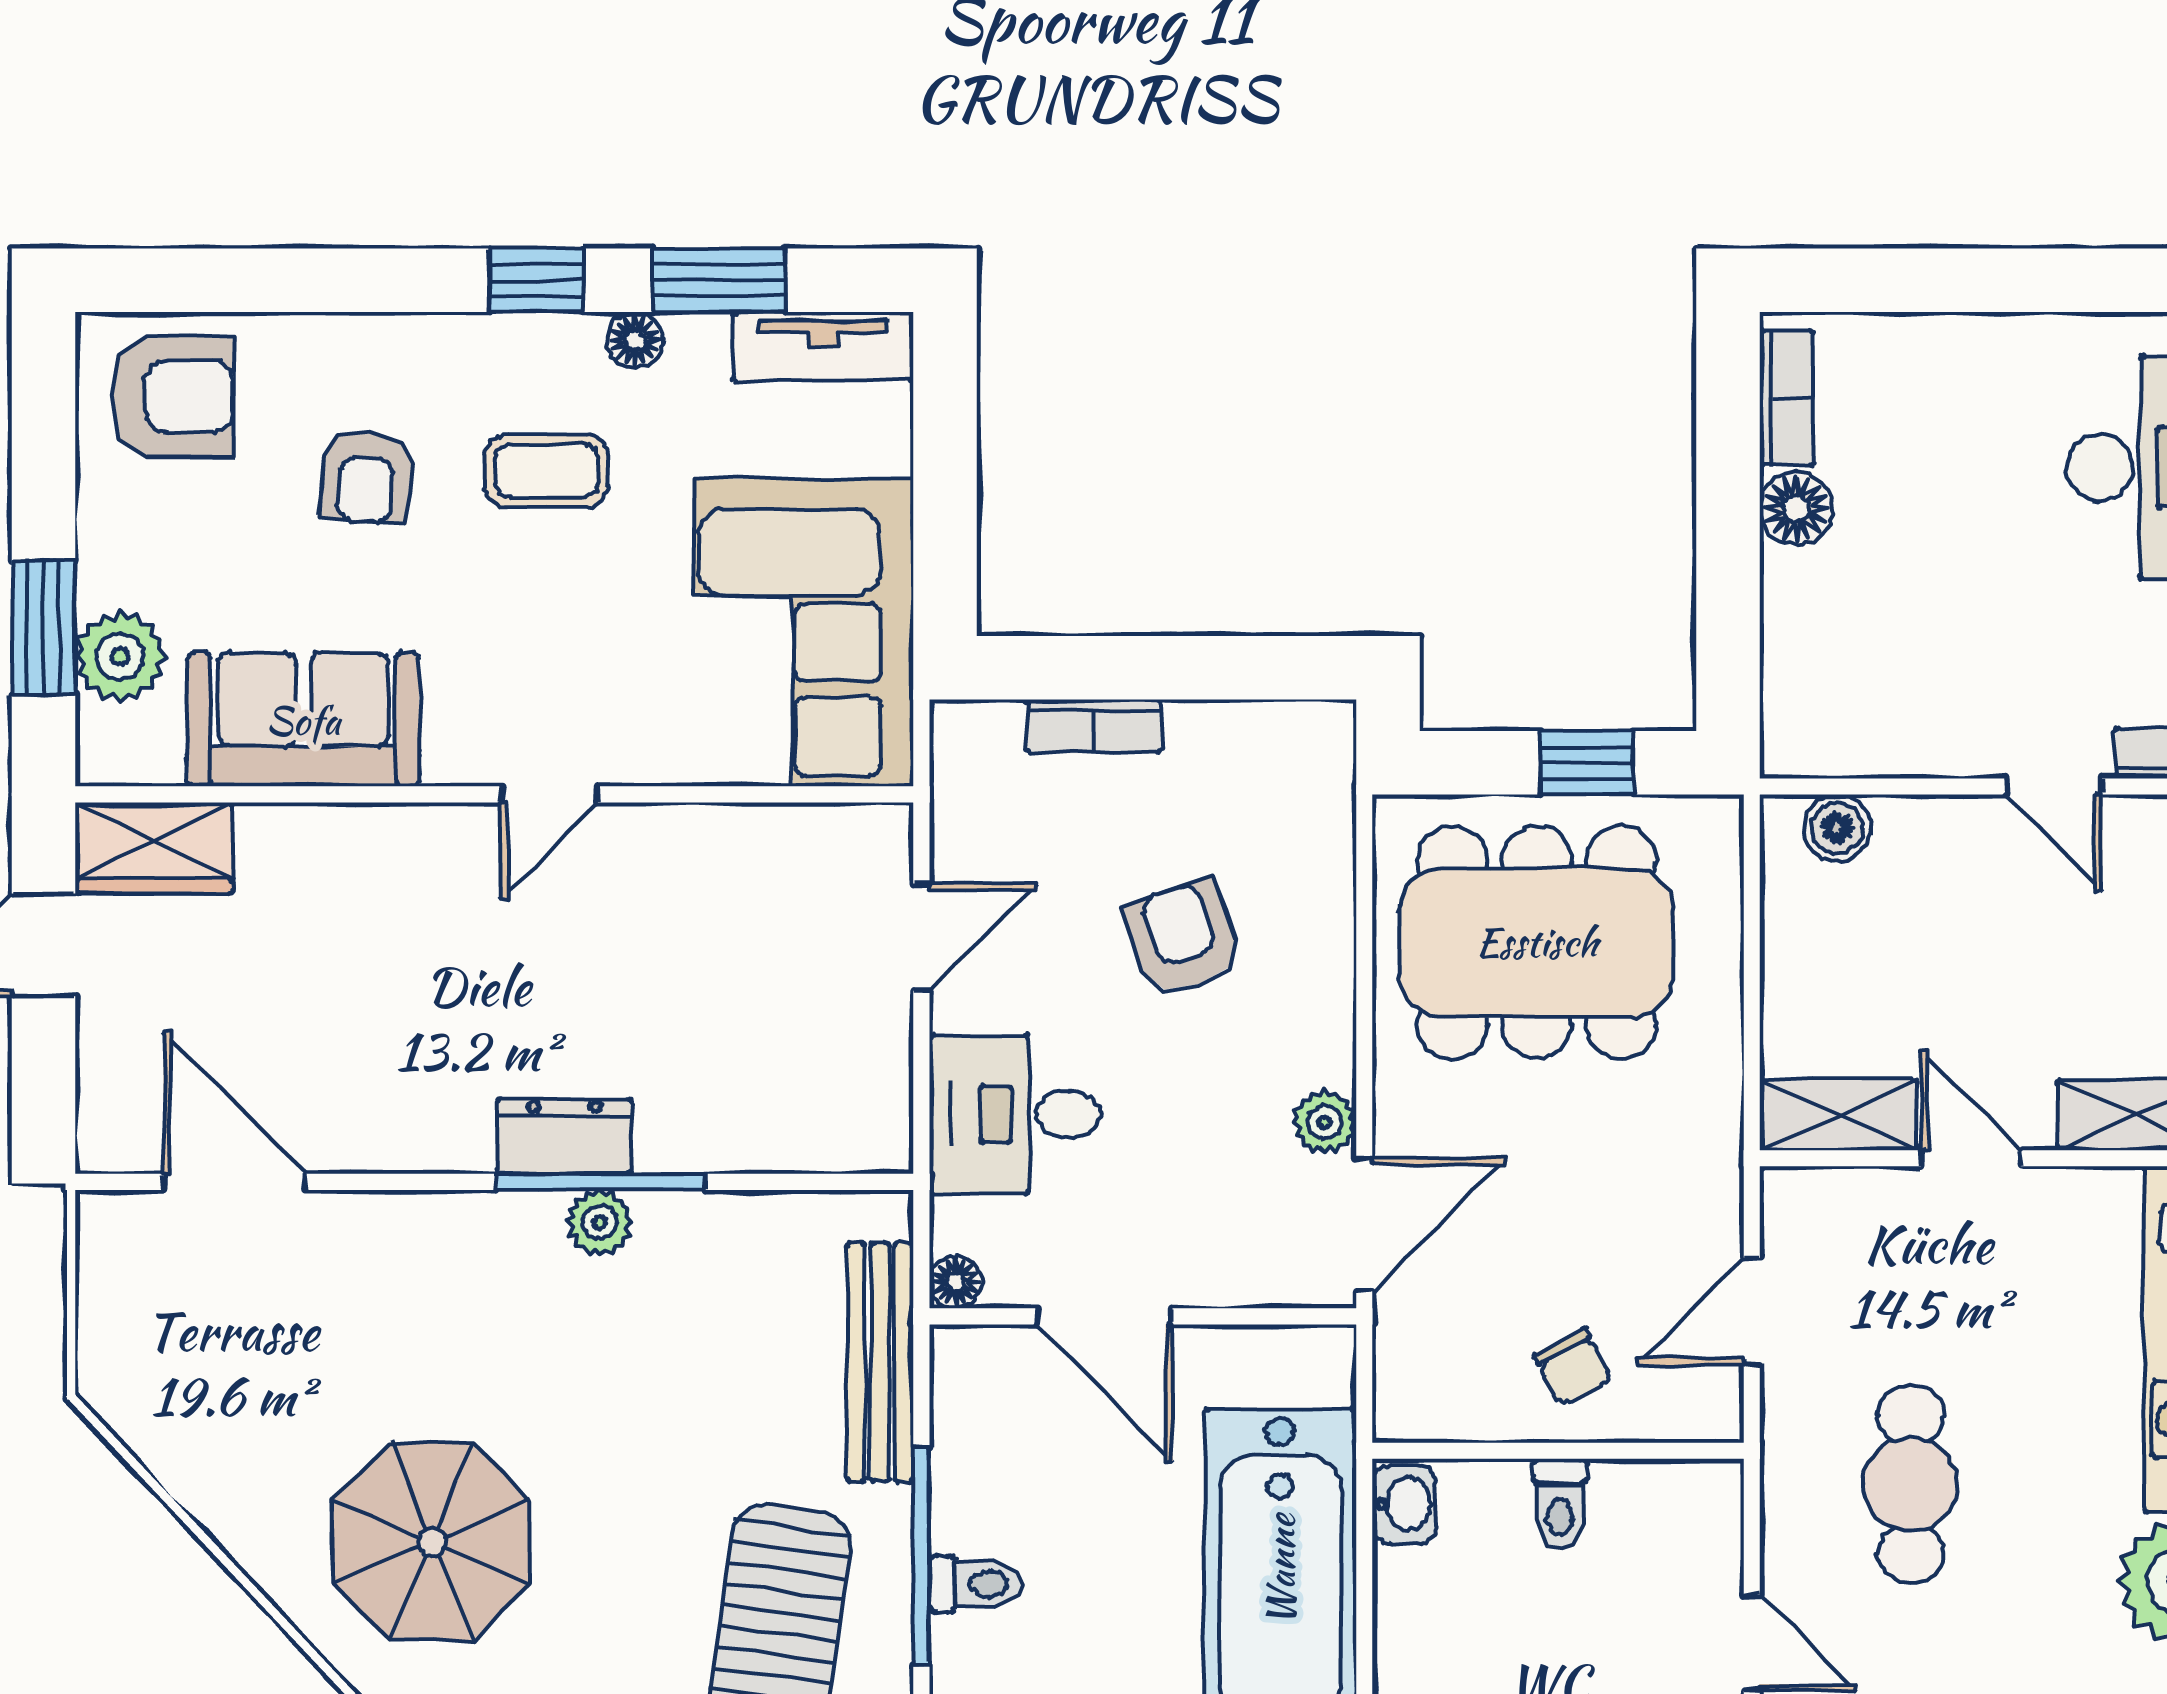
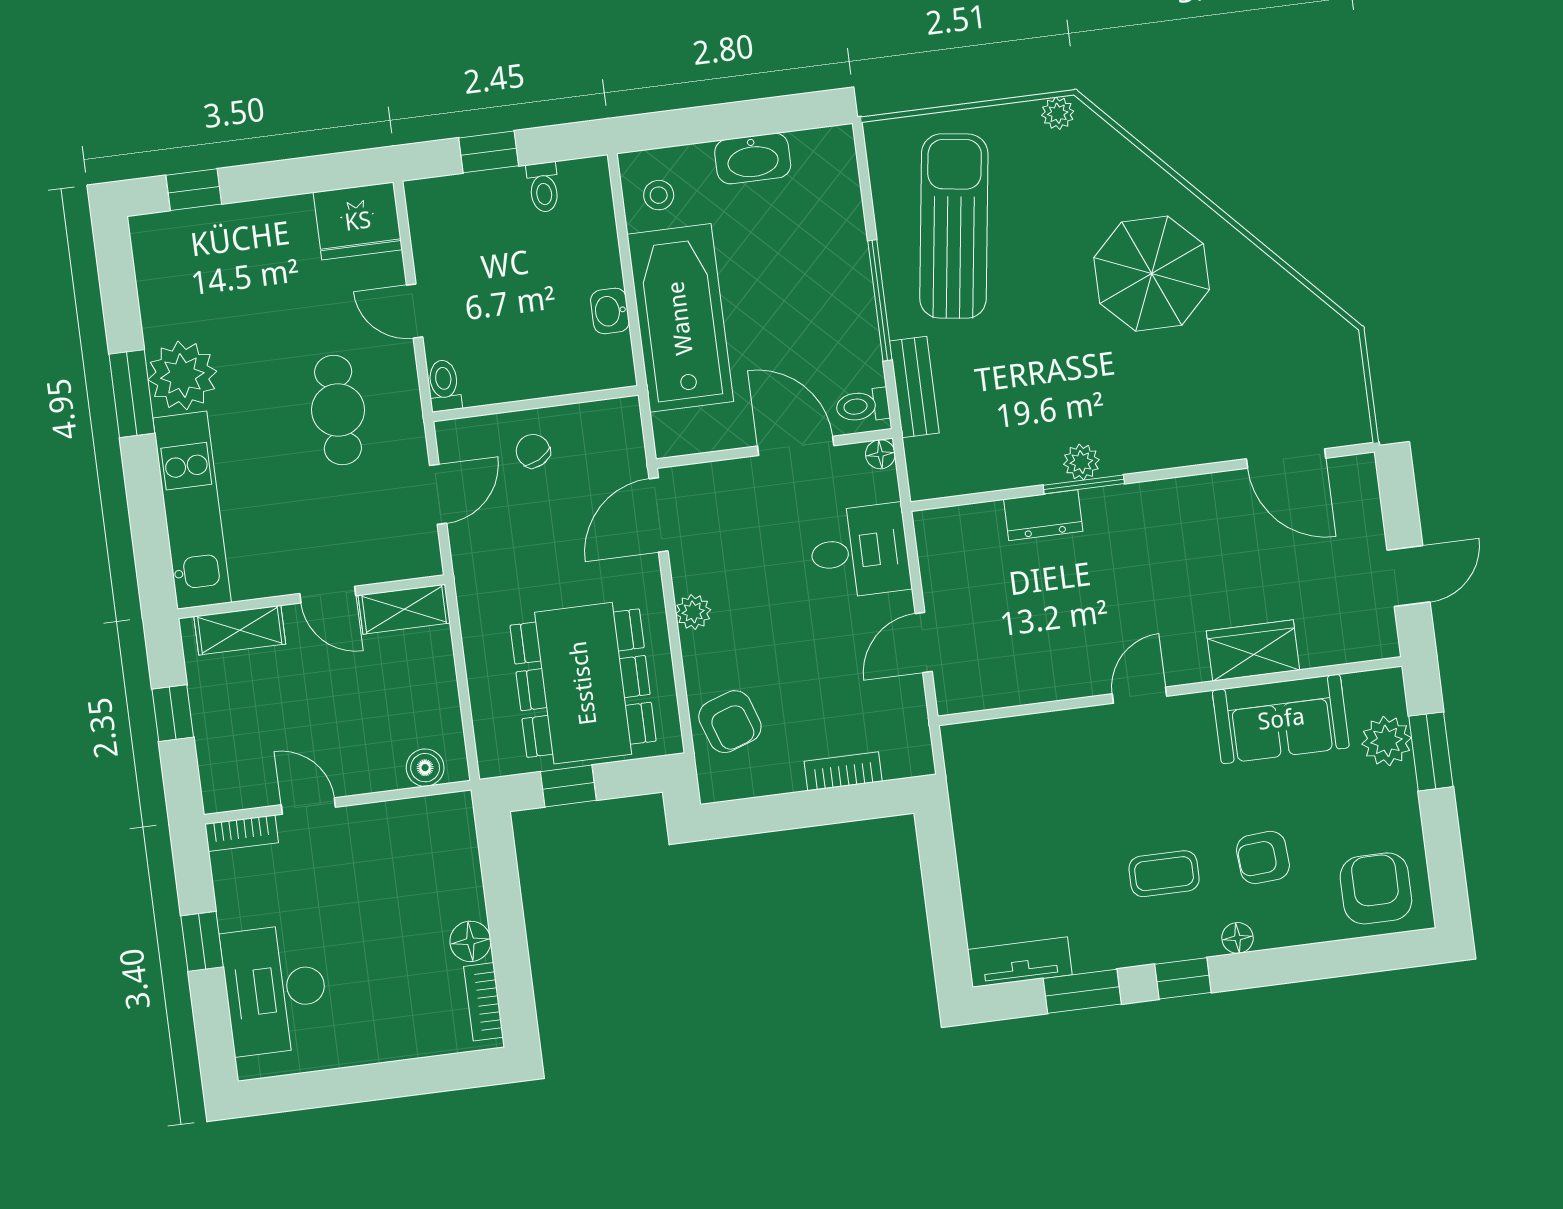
floor lamp: (635, 340) -> (1238, 938), moved
armchair: (173, 396) -> (1376, 888), turned 90
armchair: (367, 477) -> (1263, 857), turned -99
corner sofa: (804, 633) -> (1010, 803), removed
wardrobe: (154, 848) -> (1253, 650), moved
armchair: (1183, 938) -> (730, 722), moved
dining table: (1537, 942) -> (583, 683), turned 90
plant: (1325, 1122) -> (693, 612), moved
dresser: (565, 1136) -> (1043, 515), moved
window: (600, 1182) -> (1084, 484), width x0.69
bench: (880, 1362) -> (914, 387), width x0.73
washbasin: (1404, 1504) -> (610, 311), moved
toilet: (1560, 1504) -> (444, 385), moved
toilet: (976, 1584) -> (863, 406), moved

